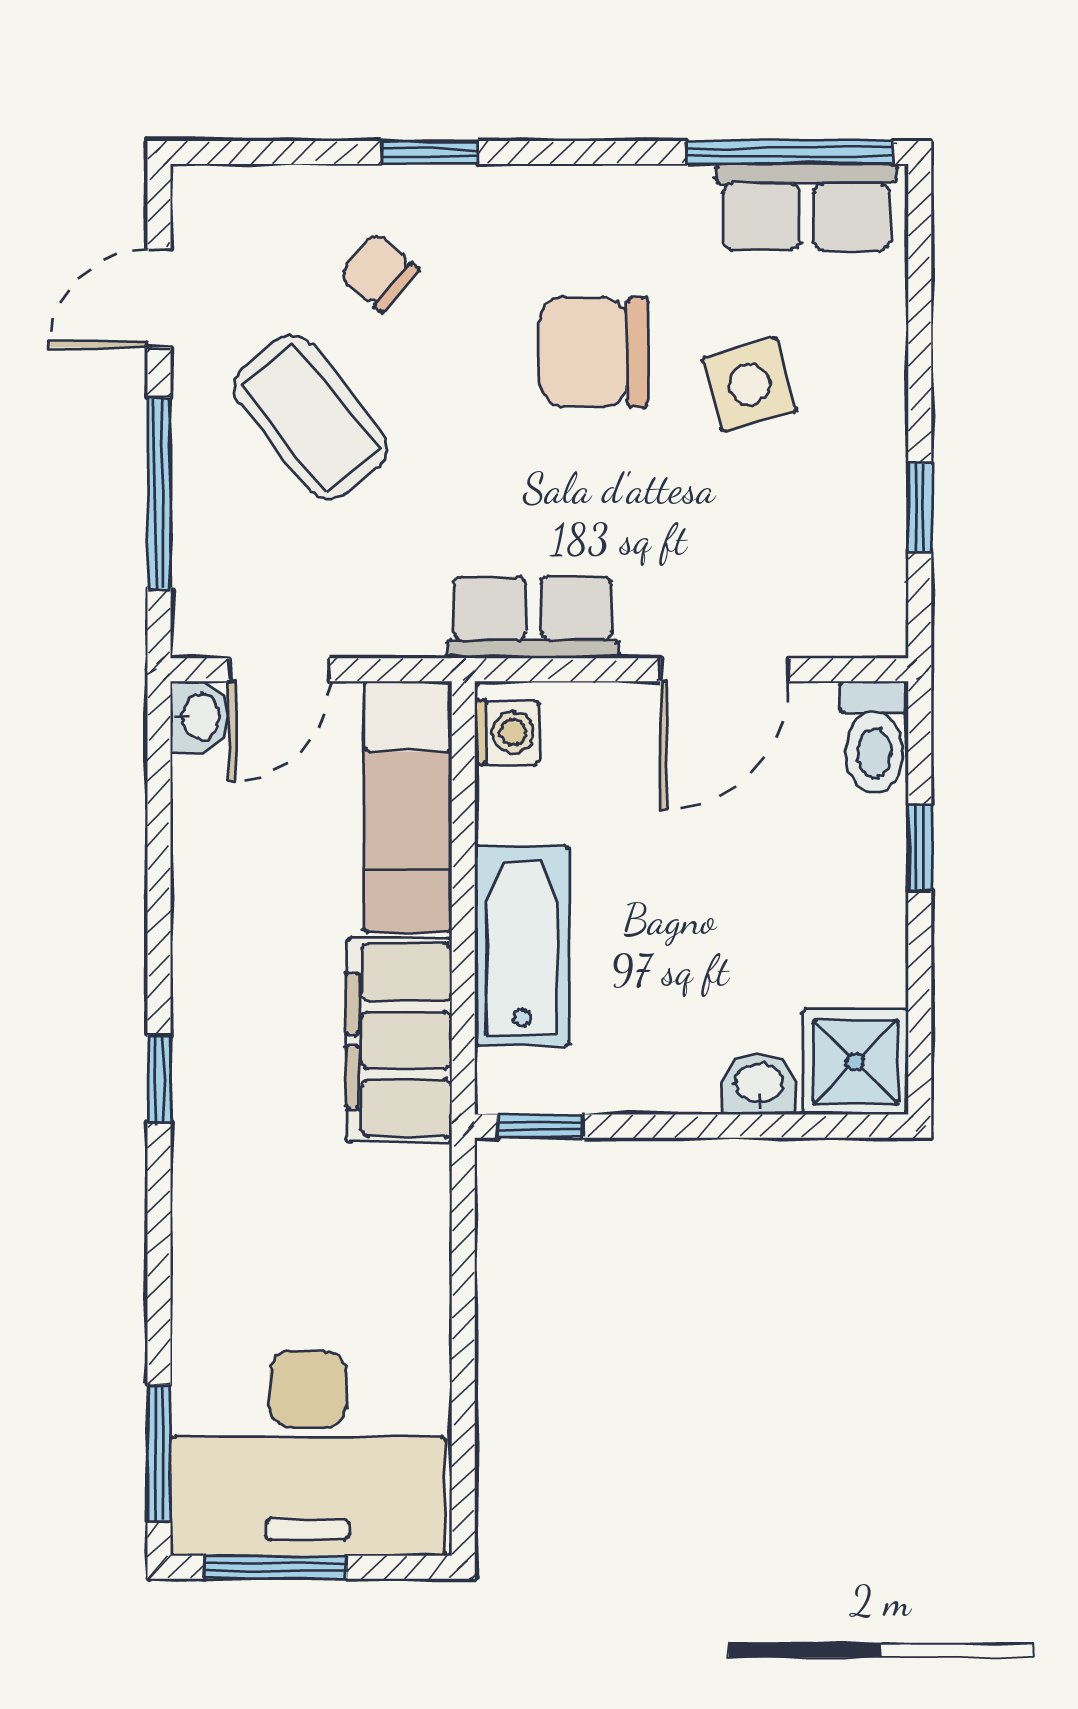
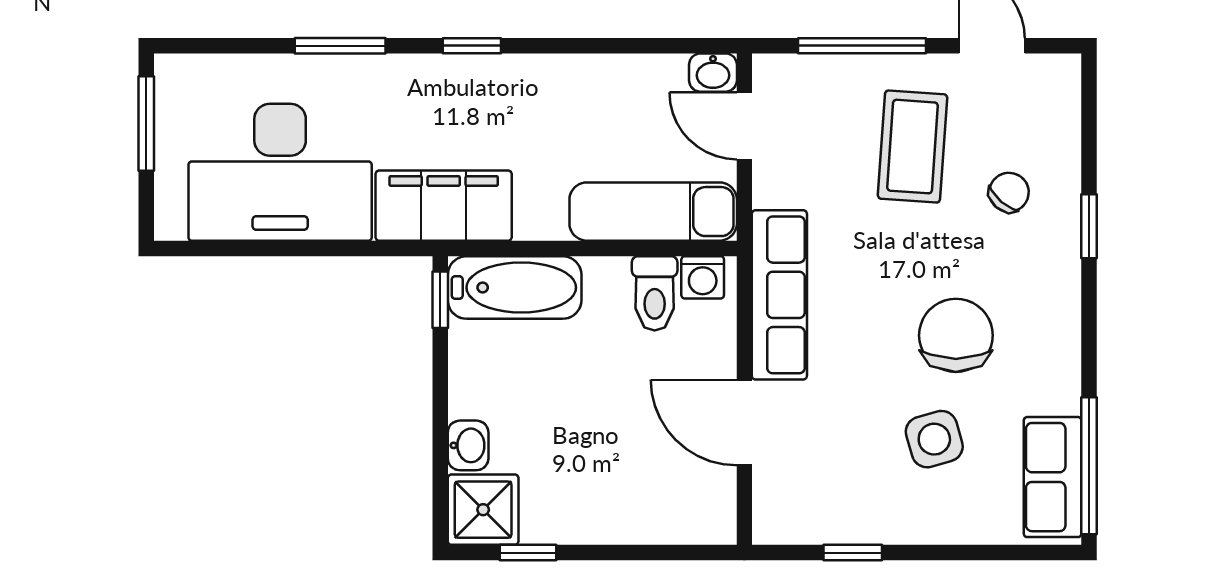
coffee table: (310, 417) -> (913, 147), turned -47
row of seats: (533, 617) -> (779, 295), width x1.48
toilet: (874, 737) -> (655, 293), moved, turned -90
window: (920, 848) -> (528, 553), moved
bathtub: (522, 946) -> (515, 288), moved
filing cabinet: (399, 1040) -> (444, 206), moved
window: (159, 1453) -> (340, 46), moved
desk: (308, 1453) -> (280, 172), moved, turned -90

